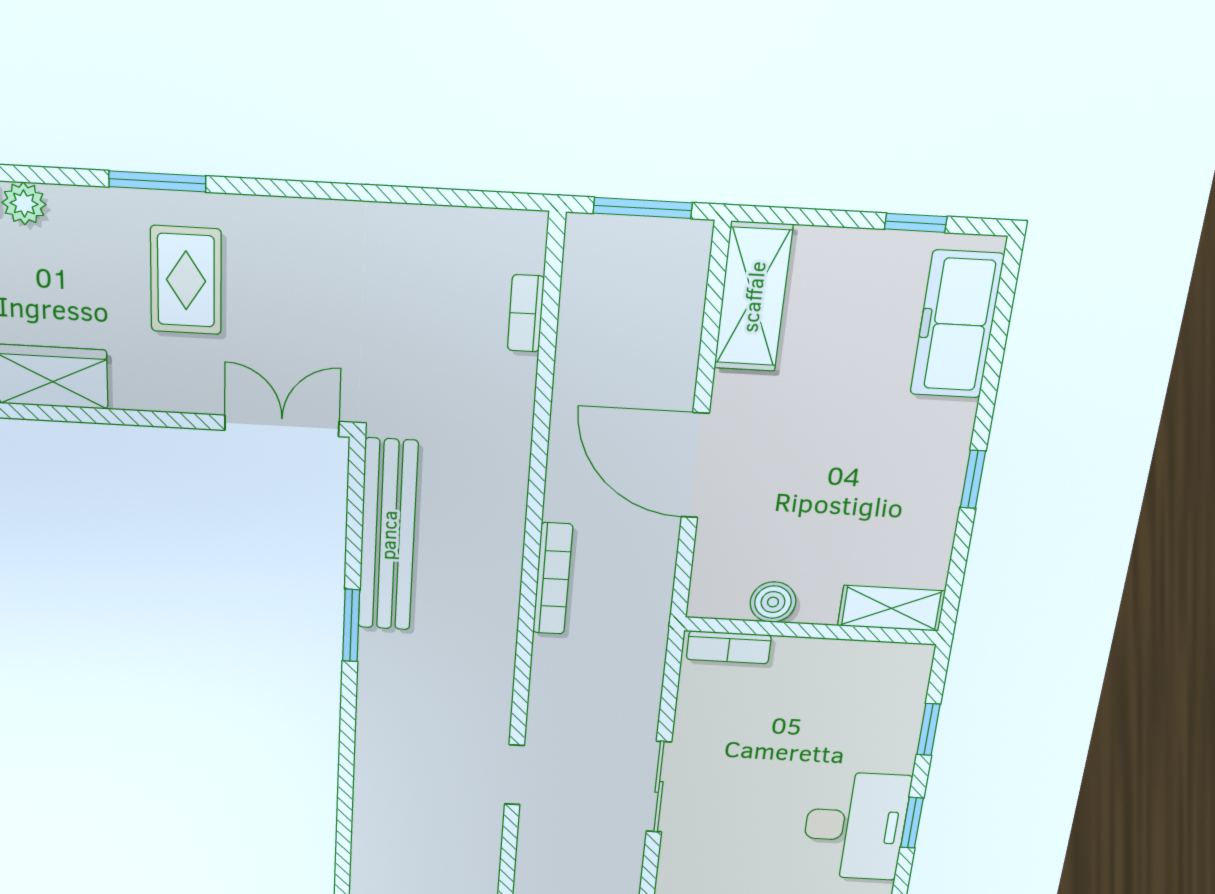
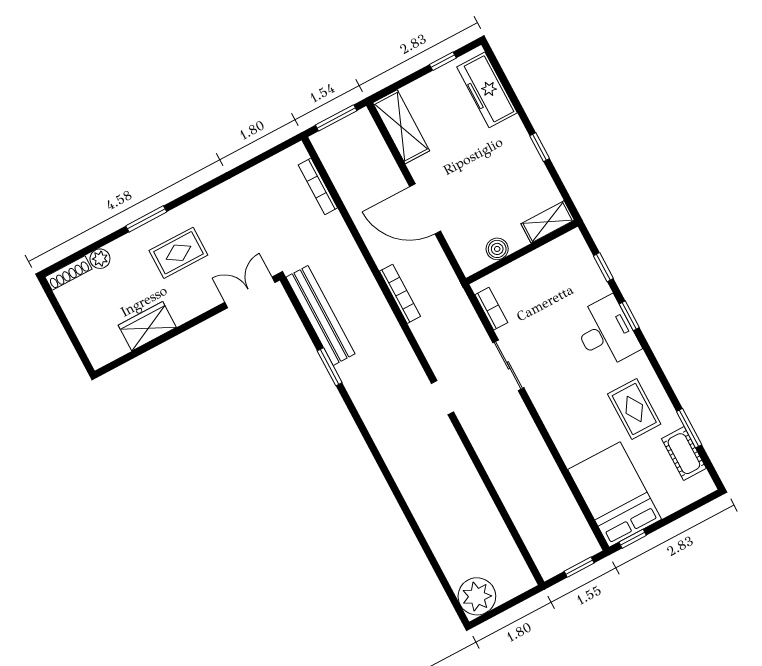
rug: (186, 280) -> (178, 253), turned 90
bookcase: (526, 313) -> (318, 186), width x1.56
bookcase: (729, 647) -> (491, 309), moved, turned -90

